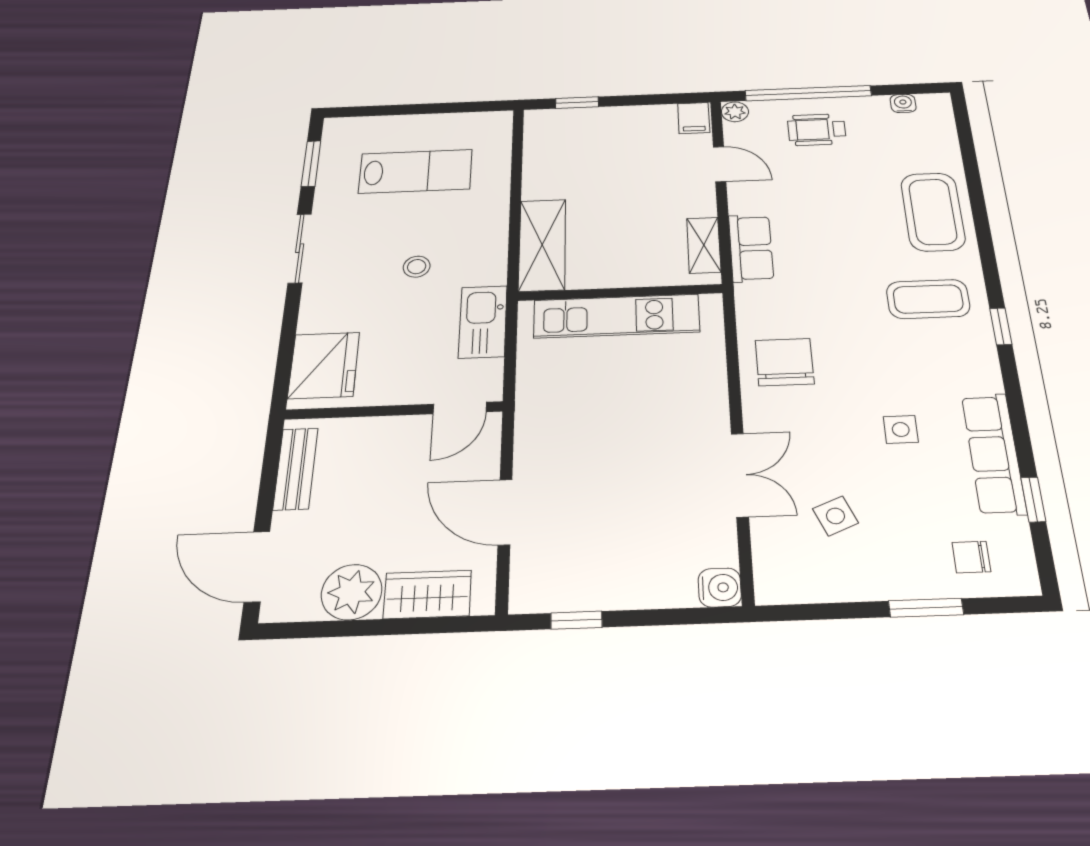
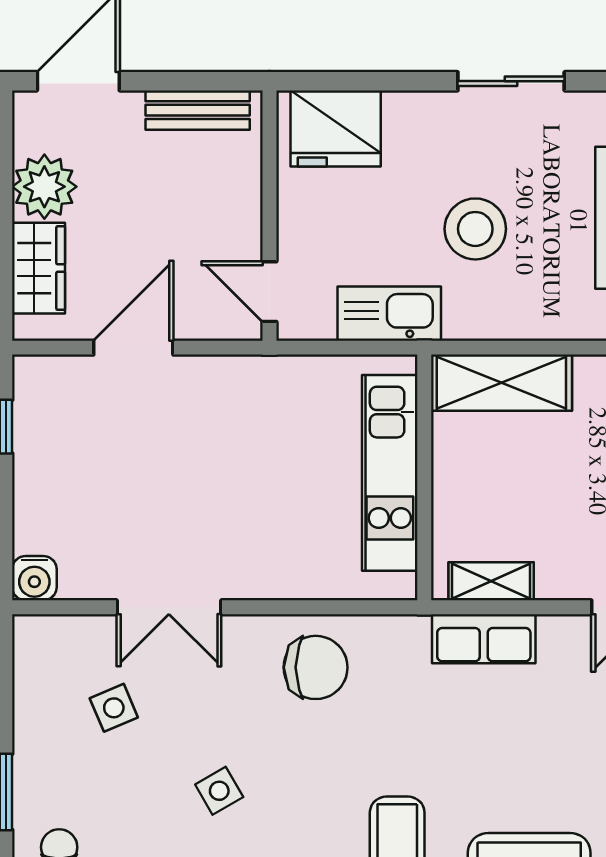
stool: (417, 267) -> (475, 229), width x1.89, depth x1.89
side table: (901, 429) -> (219, 791), turned -30

